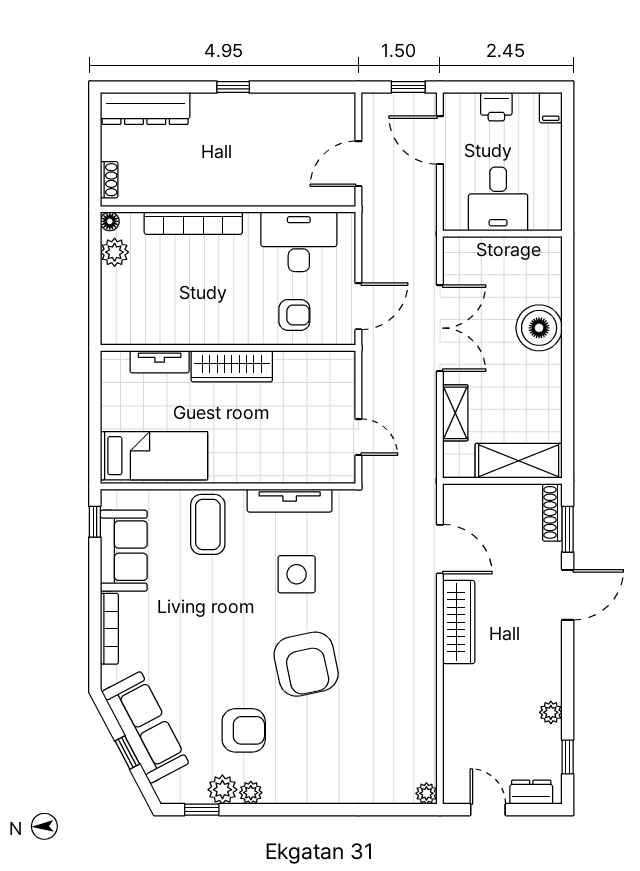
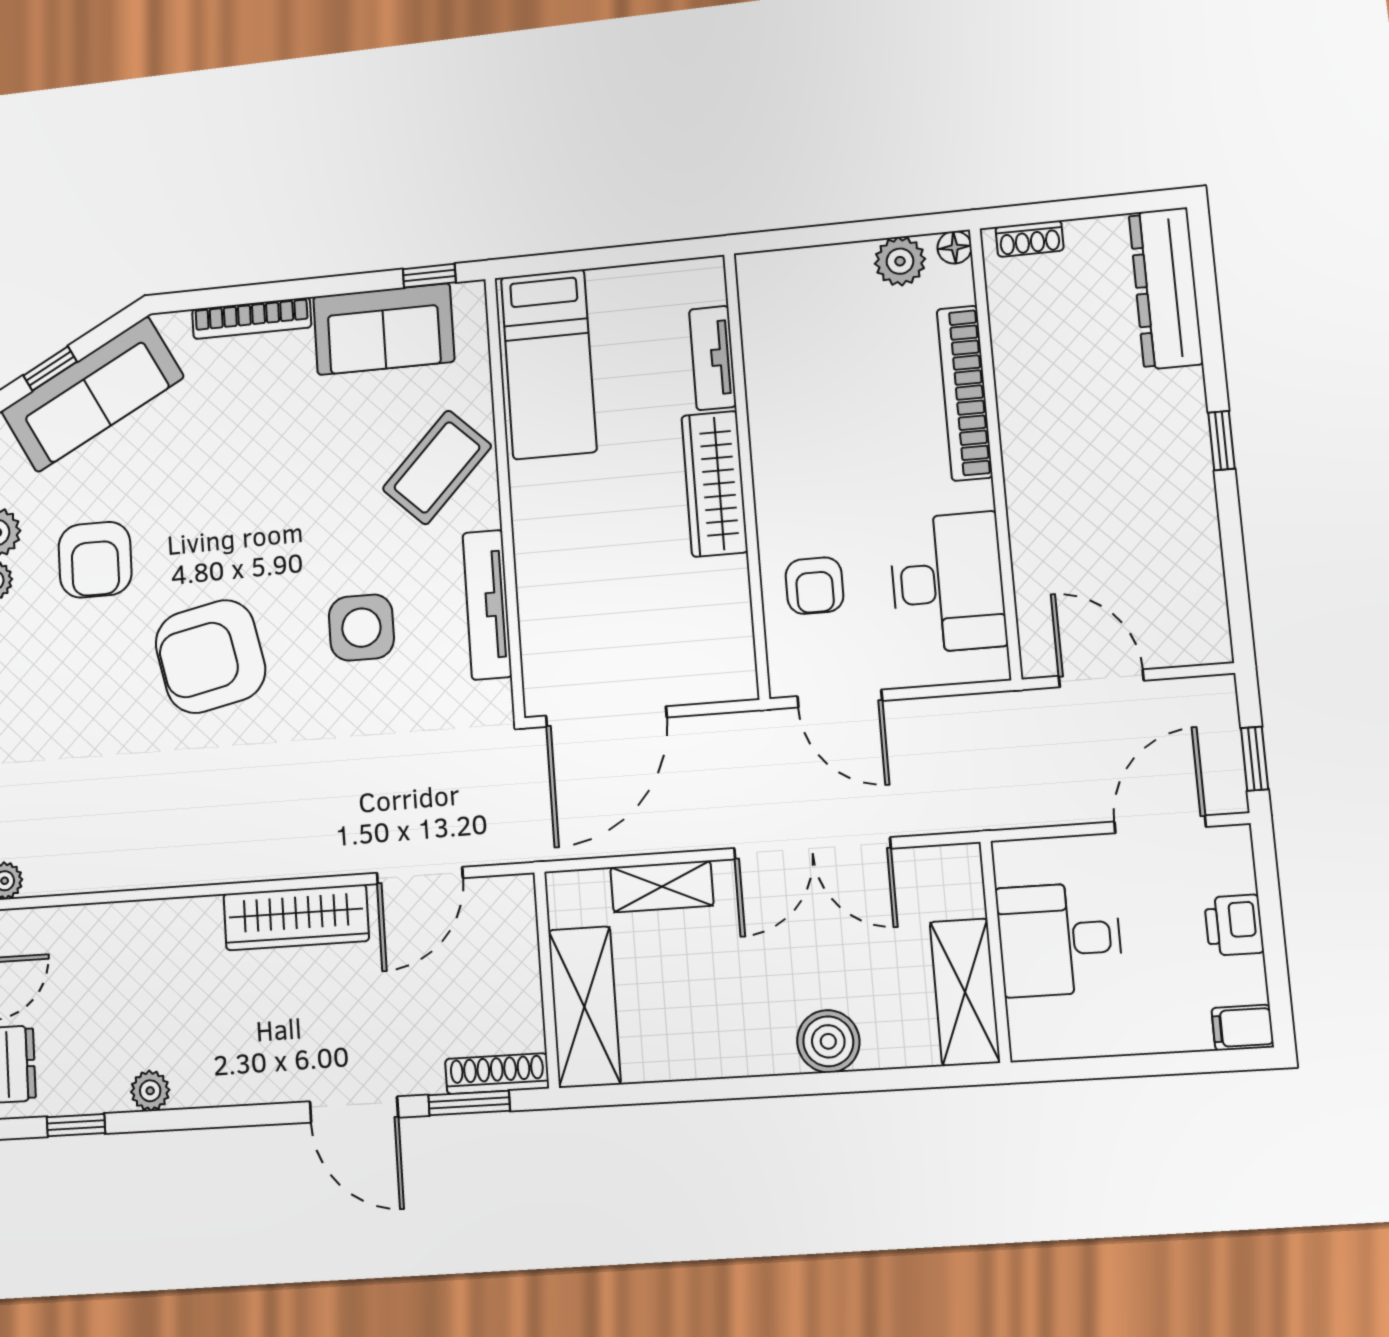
shelving: (523, 252) -> (965, 992), added
boiler: (539, 328) -> (828, 1041), width x0.73, depth x0.73
door: (358, 437) -> (606, 717), width x1.88
coffee table: (208, 524) -> (437, 467), turned -46

